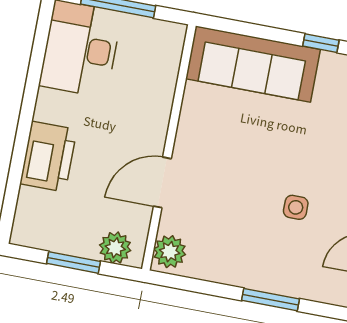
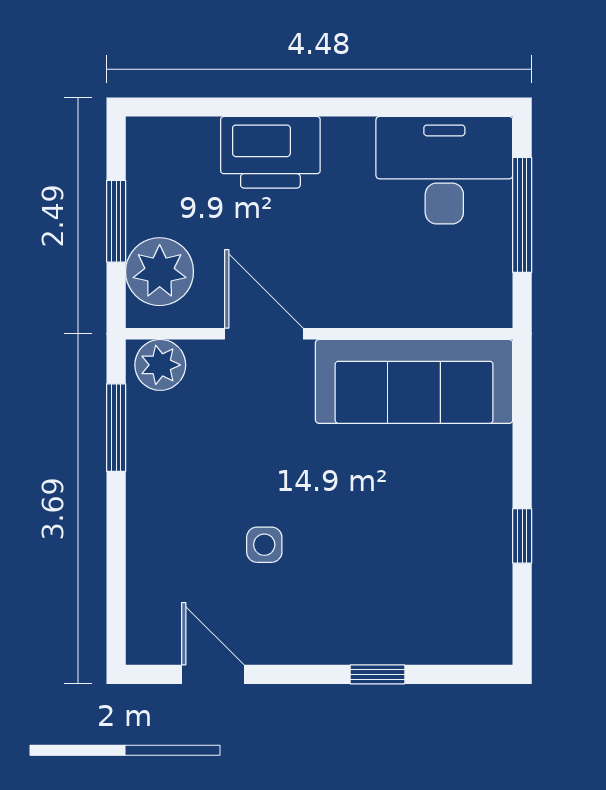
sofa: (253, 64) -> (414, 381), moved, turned -90
plant: (115, 248) -> (160, 272), width x1.36, depth x1.36
window: (270, 300) -> (116, 428), moved

